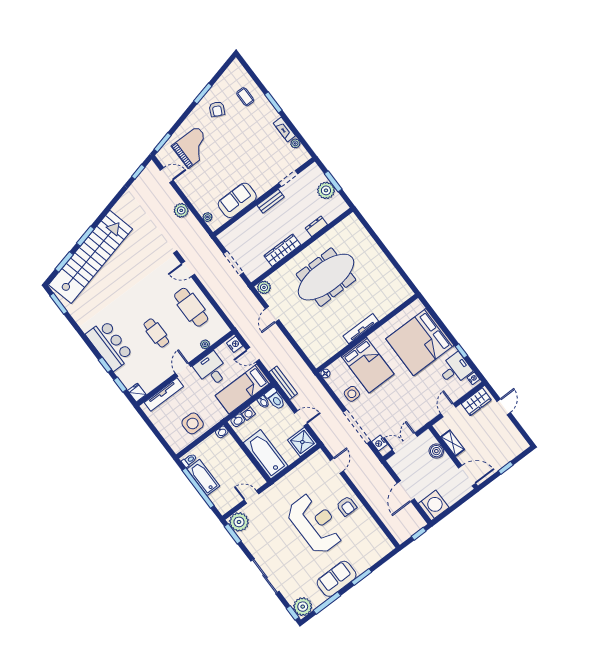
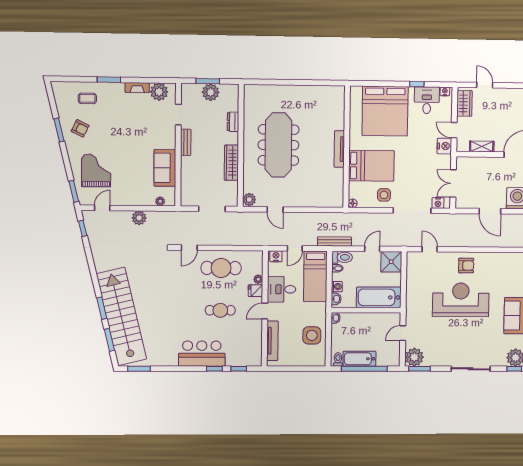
plant: (295, 143) -> (159, 92), width x1.88, depth x1.88
door: (183, 370) -> (265, 311), hinge flipped
fridge: (137, 393) -> (255, 291), moved
nightstand: (429, 412) -> (444, 146), added
boiler: (436, 451) -> (478, 164), removed

